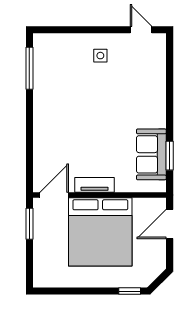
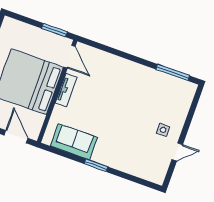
door: (141, 30) -> (177, 152), moved
window: (170, 156) -> (96, 165), moved

